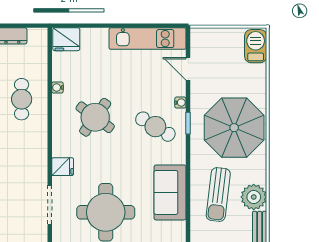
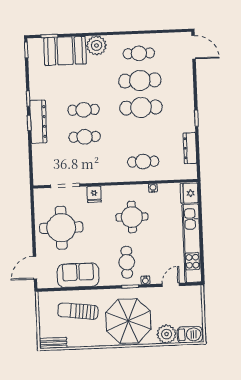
kitchen unit: (148, 39) -> (192, 243), width x1.36
round table: (95, 117) -> (132, 217), turned -36
cafe table: (155, 127) -> (127, 262), turned -31
plant: (254, 197) -> (167, 334), moved

